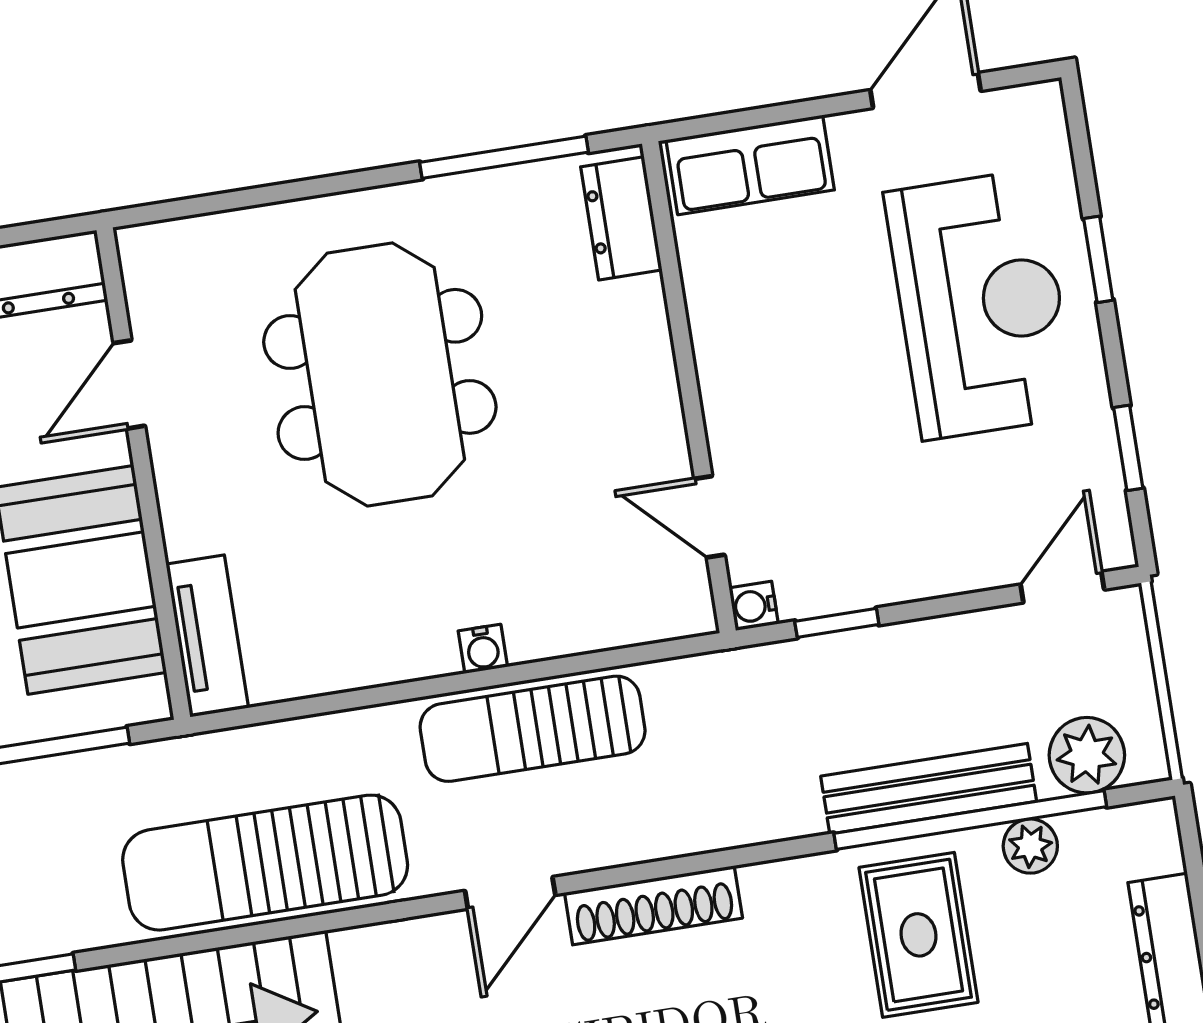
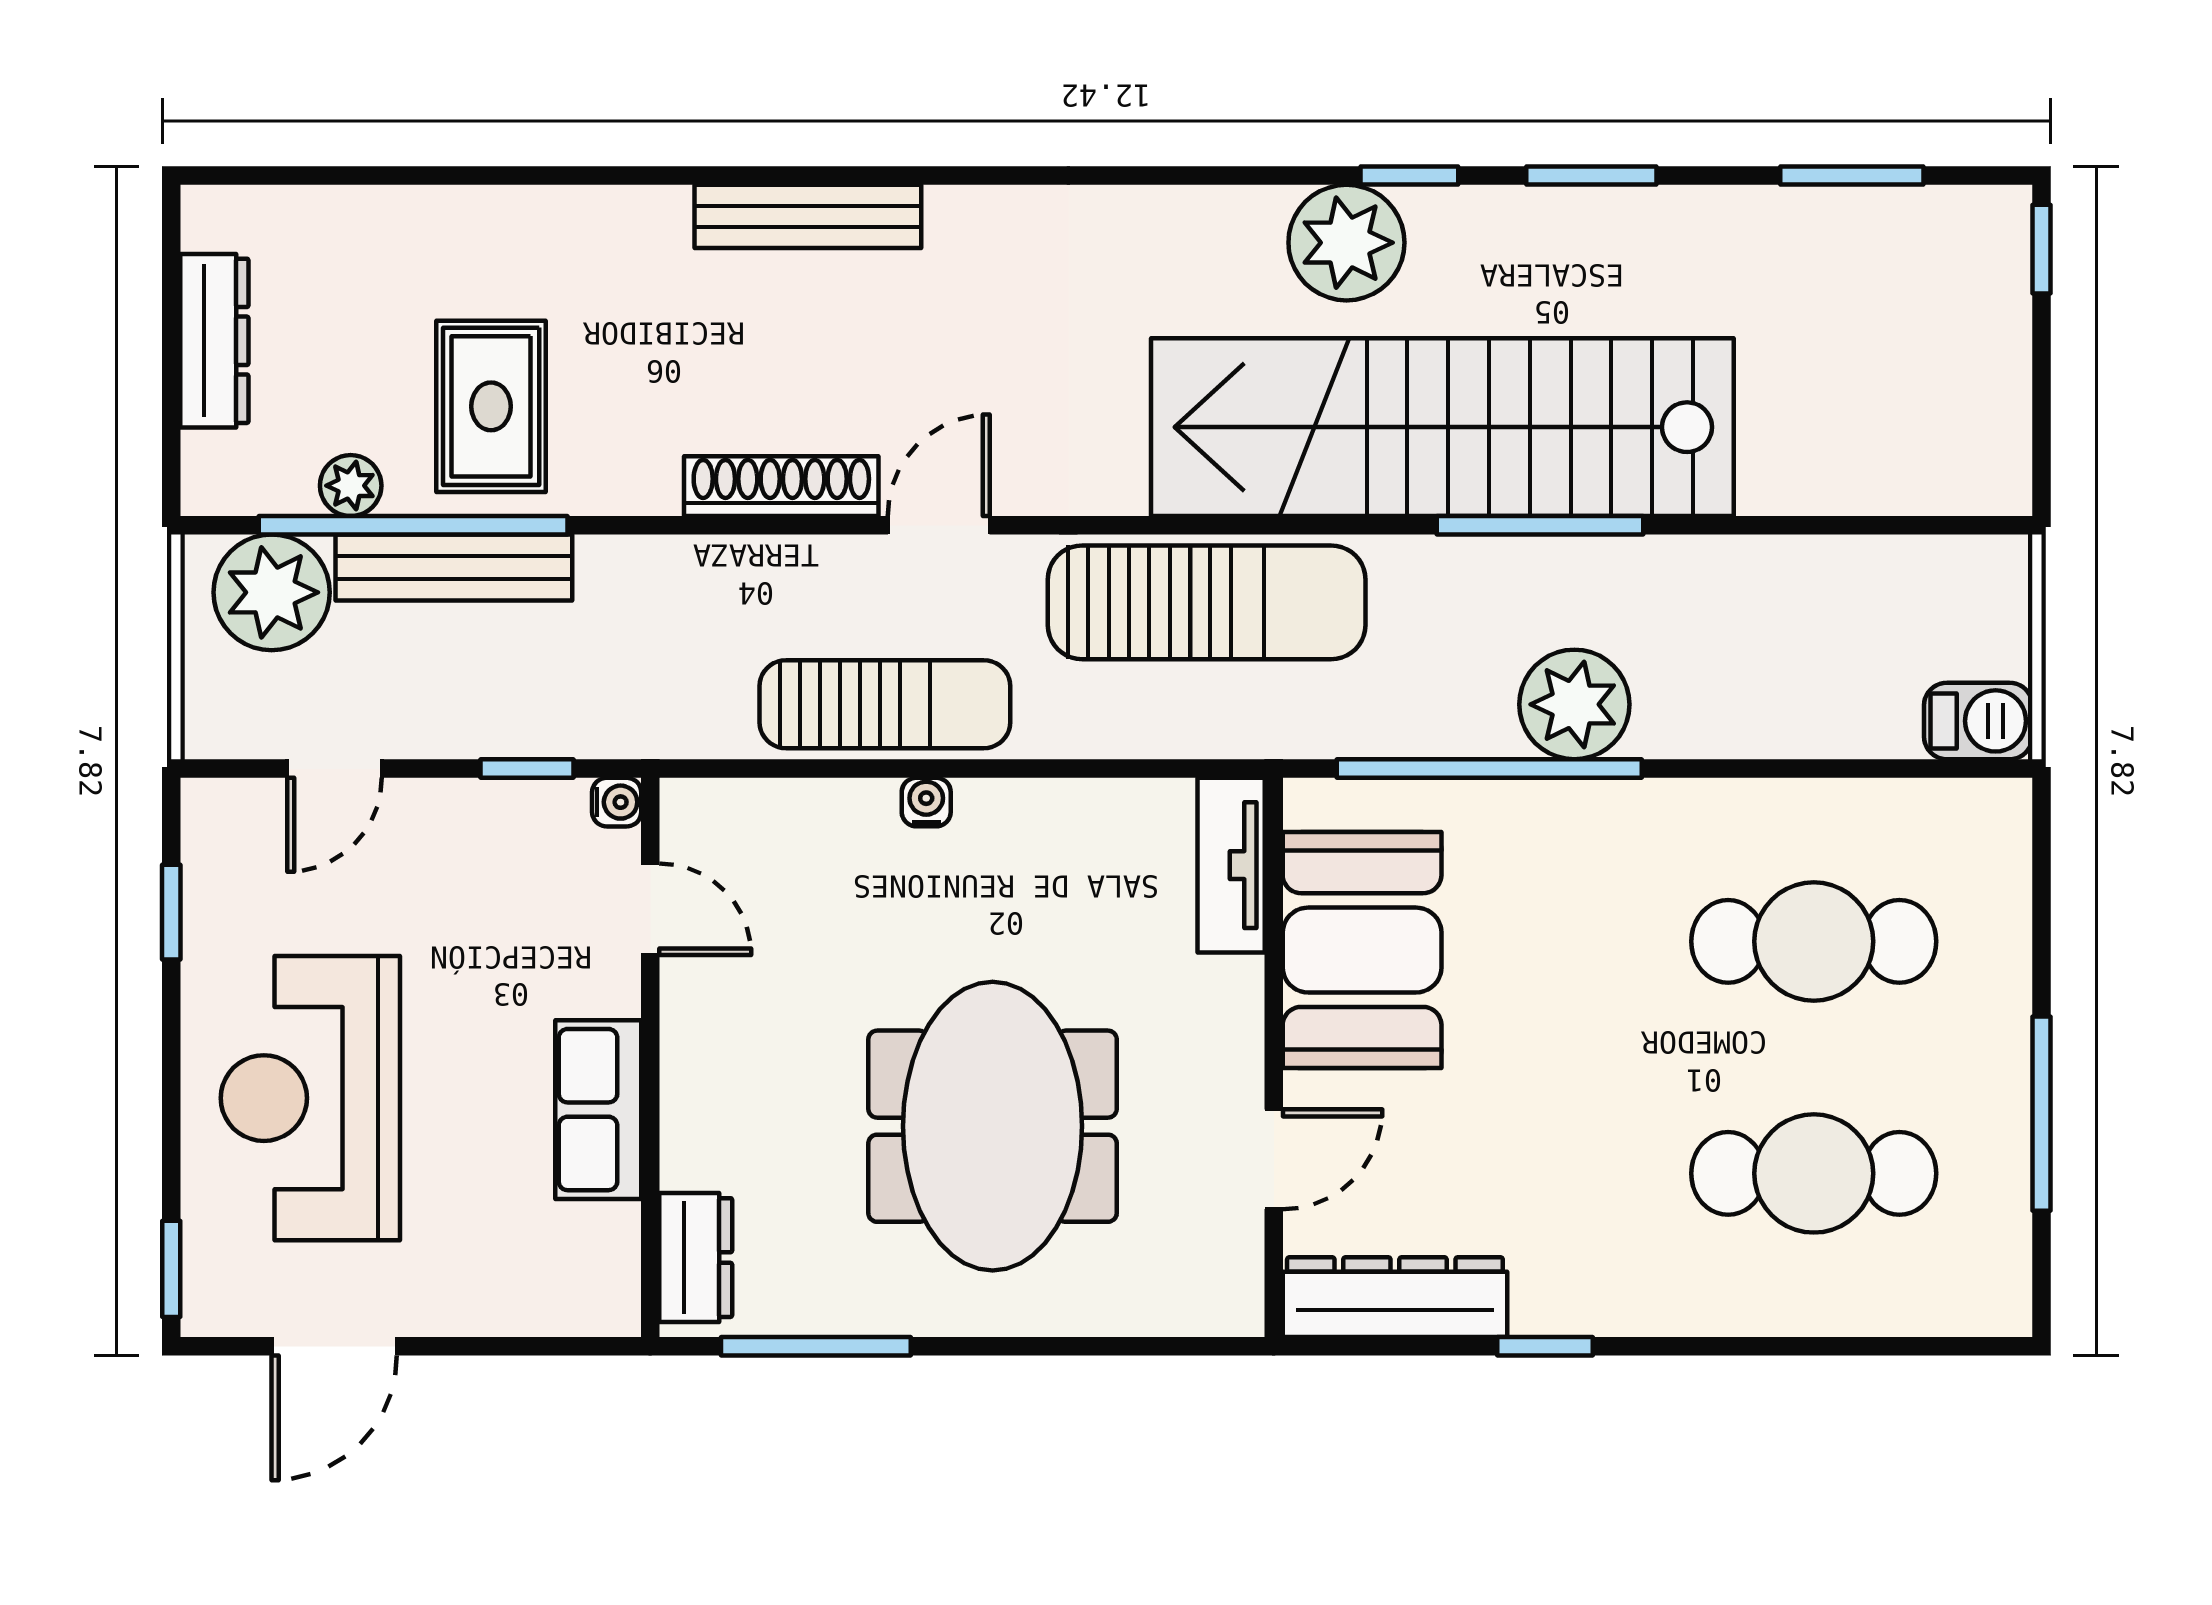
row of seats: (750, 165) -> (598, 1110), moved, turned -90
window: (1098, 259) -> (171, 1269), moved
door: (1062, 587) -> (334, 769), moved
plant: (1087, 755) -> (272, 592), width x1.36, depth x1.36

